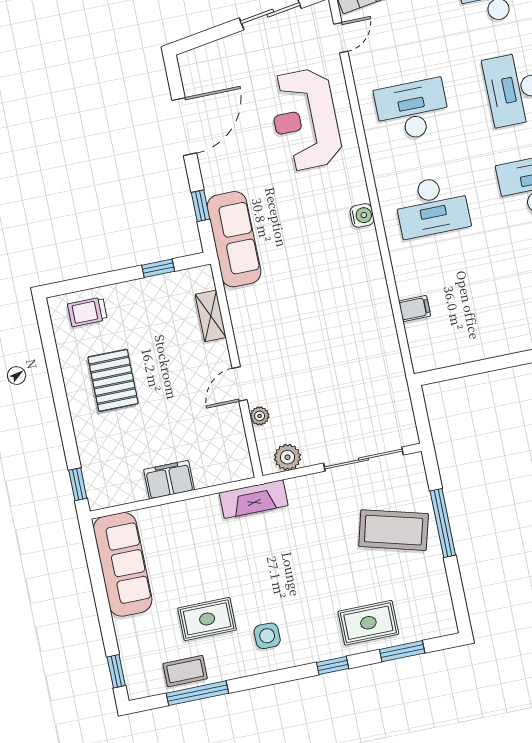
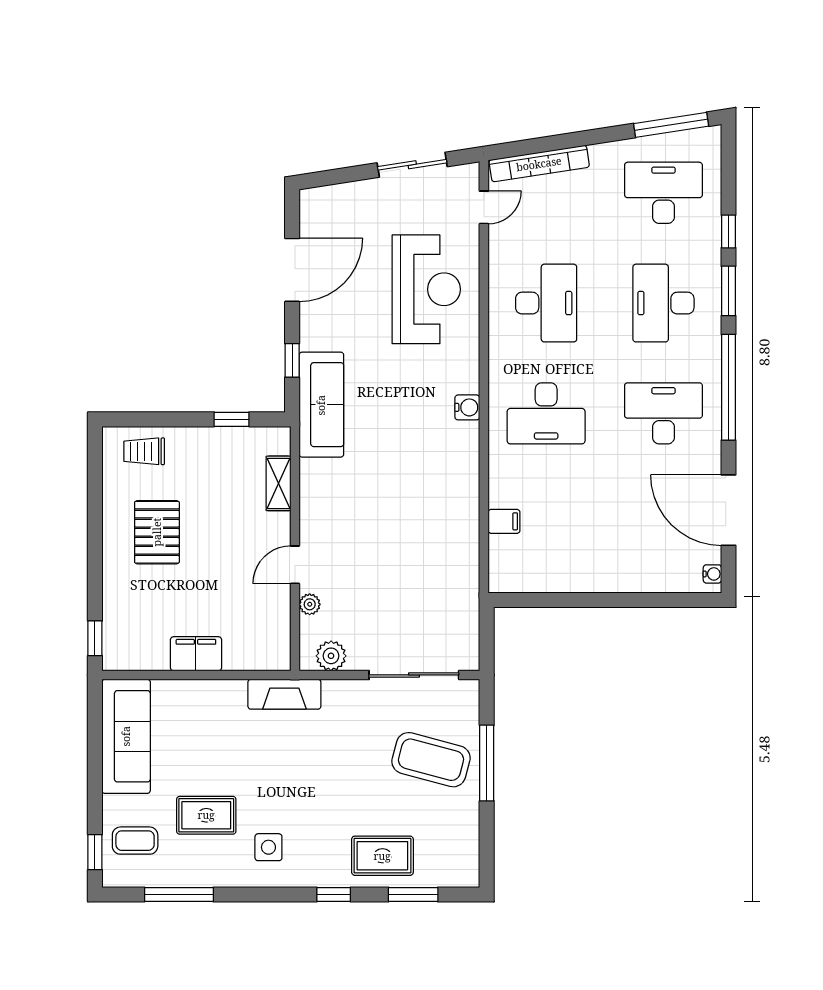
desk: (412, 110) -> (546, 303), turned 90
reception desk: (305, 120) -> (426, 289), turned 180
coffee table: (185, 671) -> (135, 841), moved

